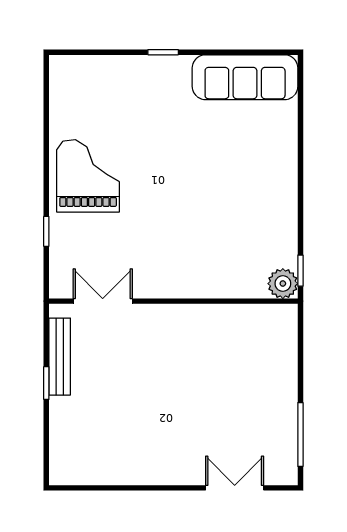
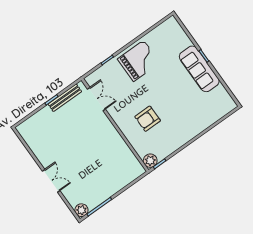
sofa: (245, 77) -> (199, 69), moved
armchair: (204, 234) -> (148, 119), added
plant: (284, 471) -> (81, 210), added
double door: (235, 488) -> (51, 181), moved

